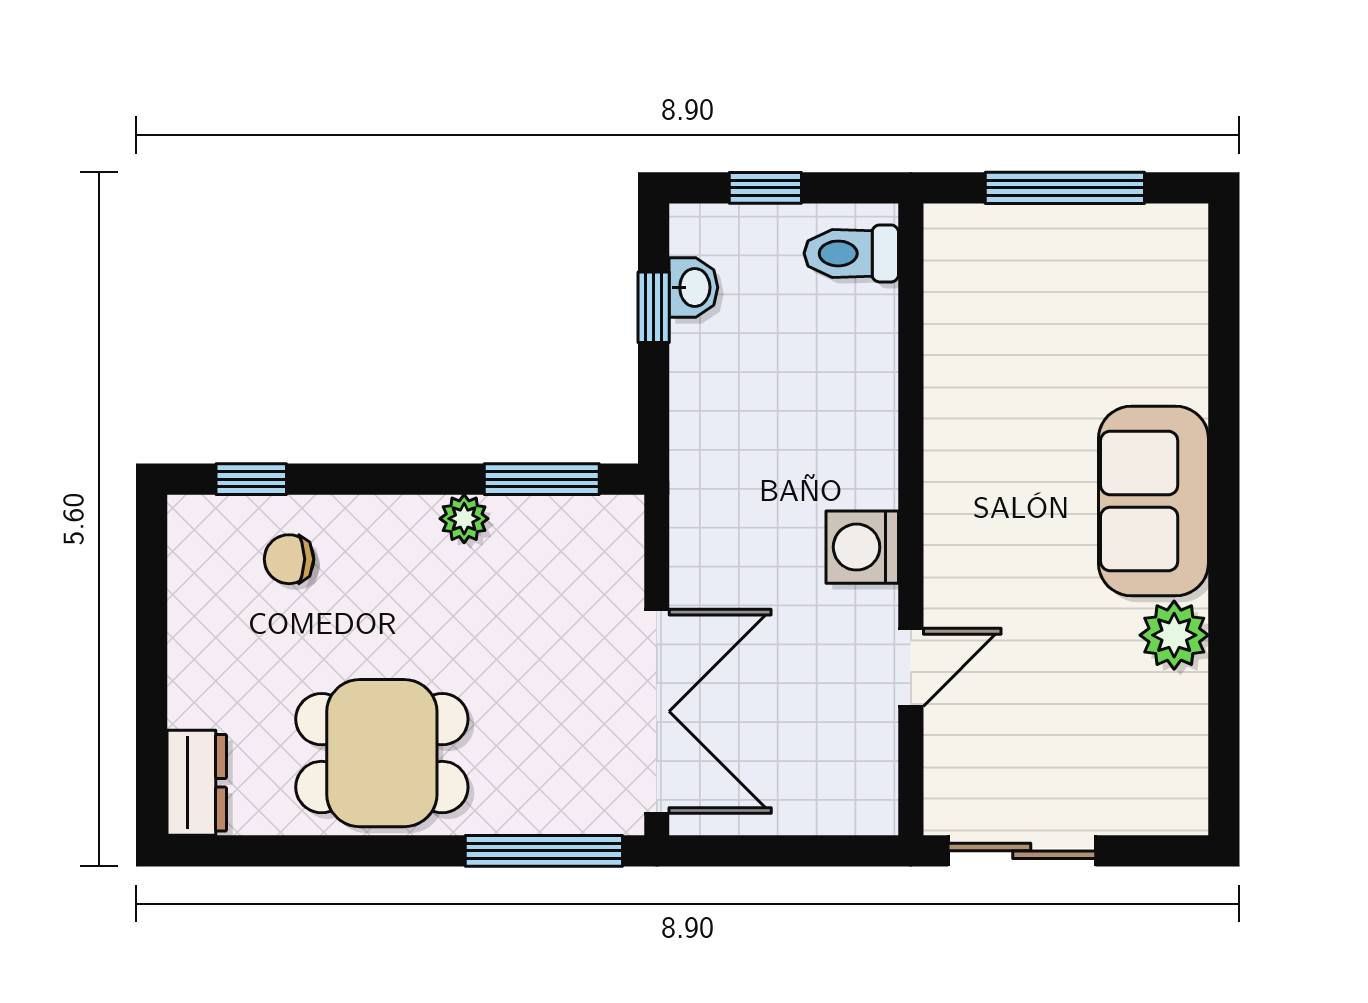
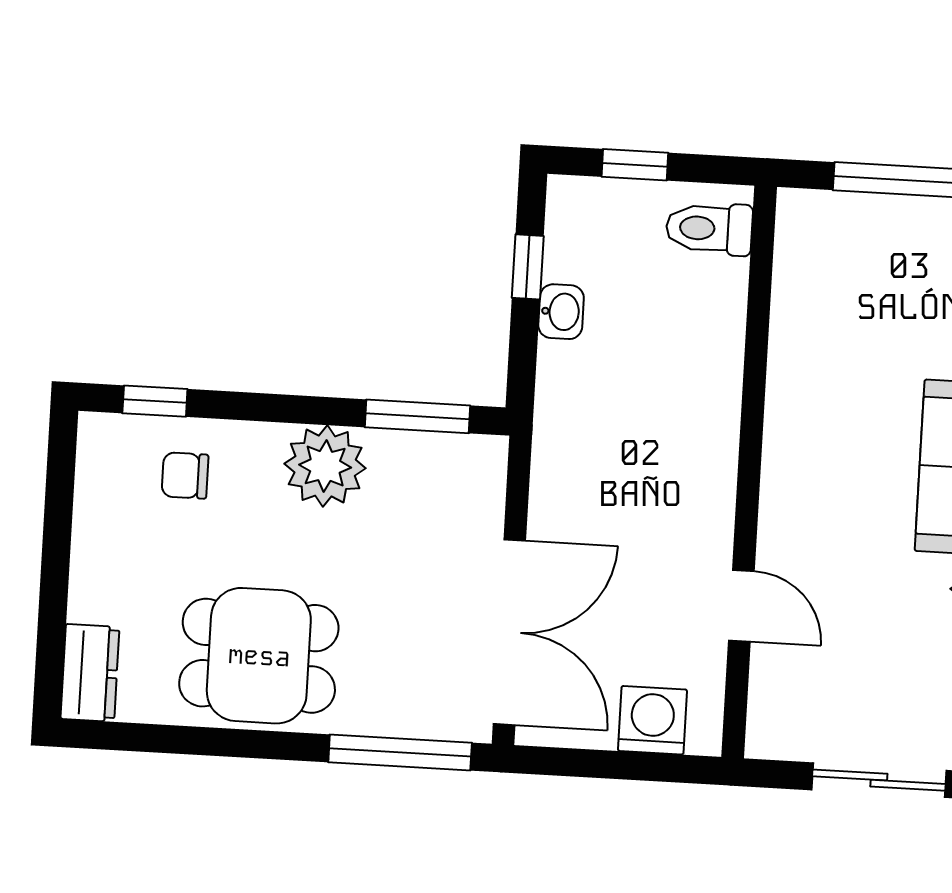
washbasin: (693, 287) -> (561, 312), moved
plant: (464, 519) -> (325, 466), width x1.87, depth x1.87
washing machine: (862, 547) -> (652, 720), moved, turned 90
door: (911, 667) -> (741, 606), hinge flipped
sliding door: (1022, 851) -> (879, 780), moved

